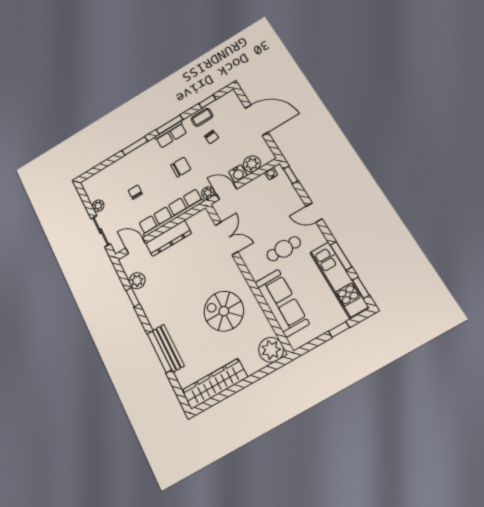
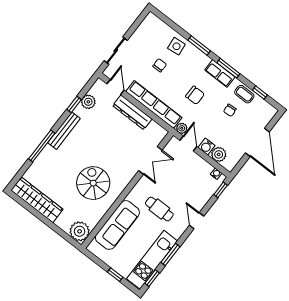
side table: (125, 169) -> (176, 46), added
plant: (98, 206) -> (136, 37), removed
bench: (168, 348) -> (64, 131), moved

